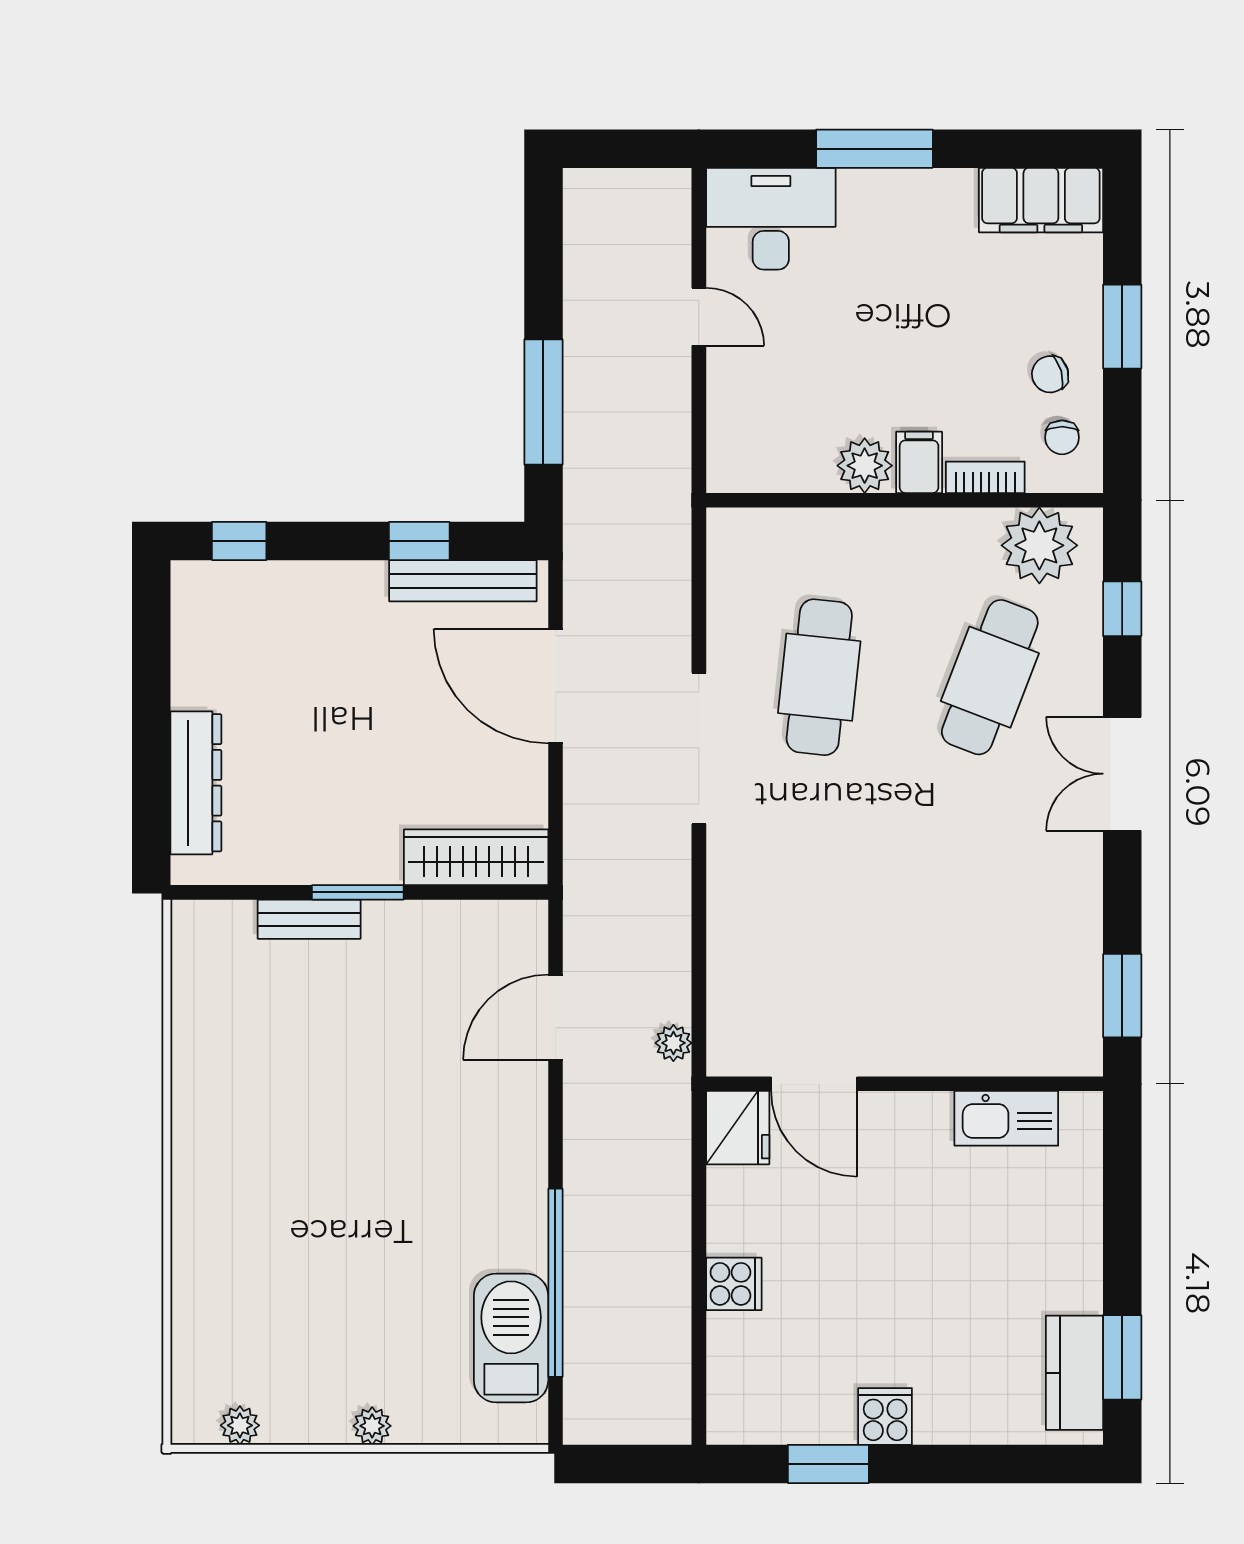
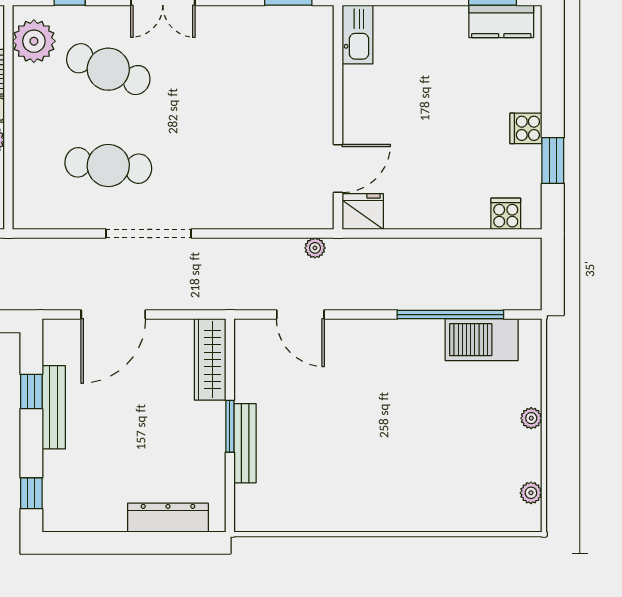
bench: (463, 581) -> (54, 407), moved
bench: (309, 919) -> (245, 443), width x1.36
kitchen sink: (1006, 1118) -> (357, 35), moved
cooker: (734, 1284) -> (506, 214), moved

